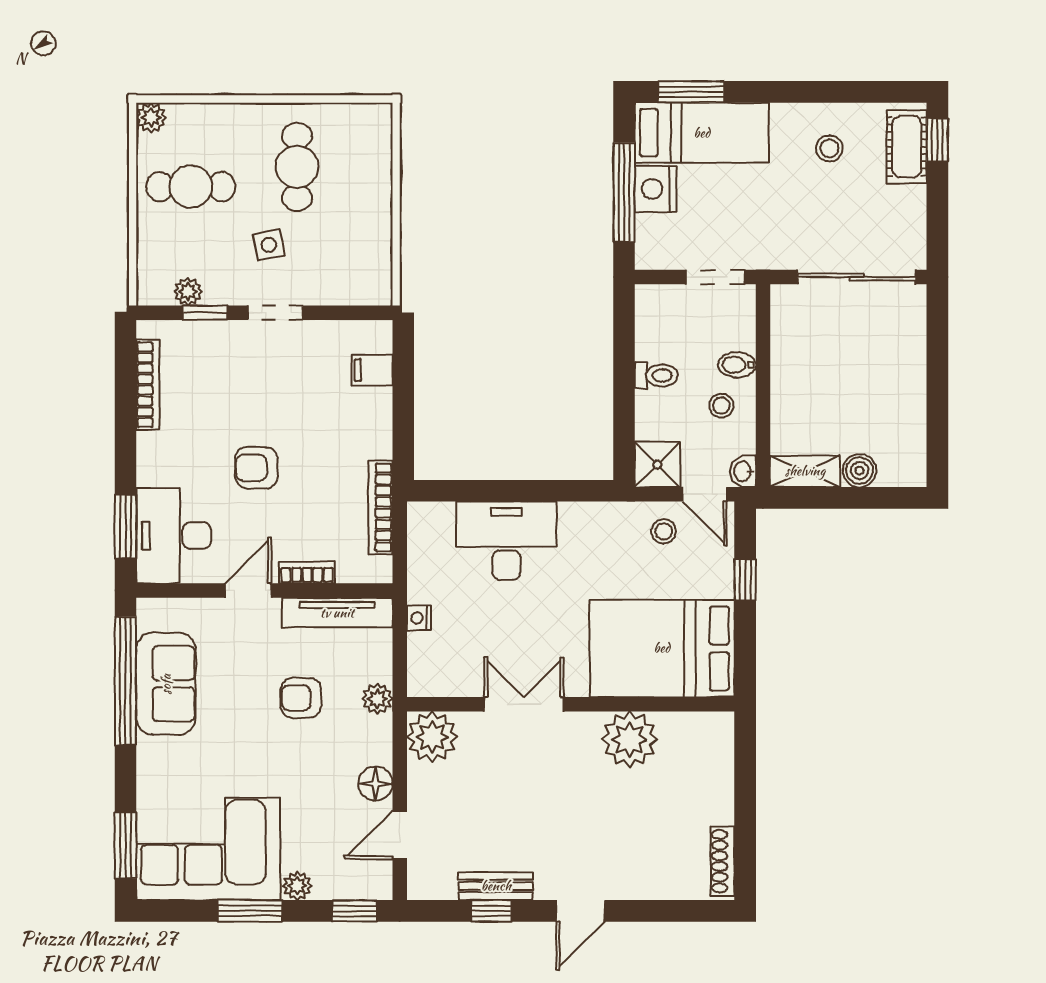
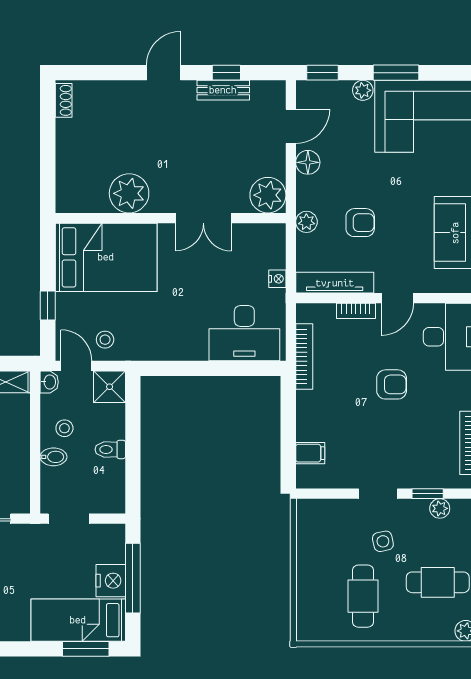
desk: (506, 541) -> (244, 333), moved
shoe rack: (723, 861) -> (64, 100), width x0.70

